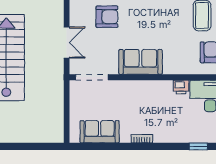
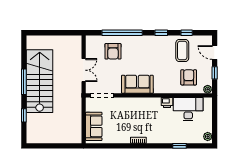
armchair: (107, 17) -> (113, 51), turned 90
sofa: (100, 132) -> (94, 126), moved, turned 90

